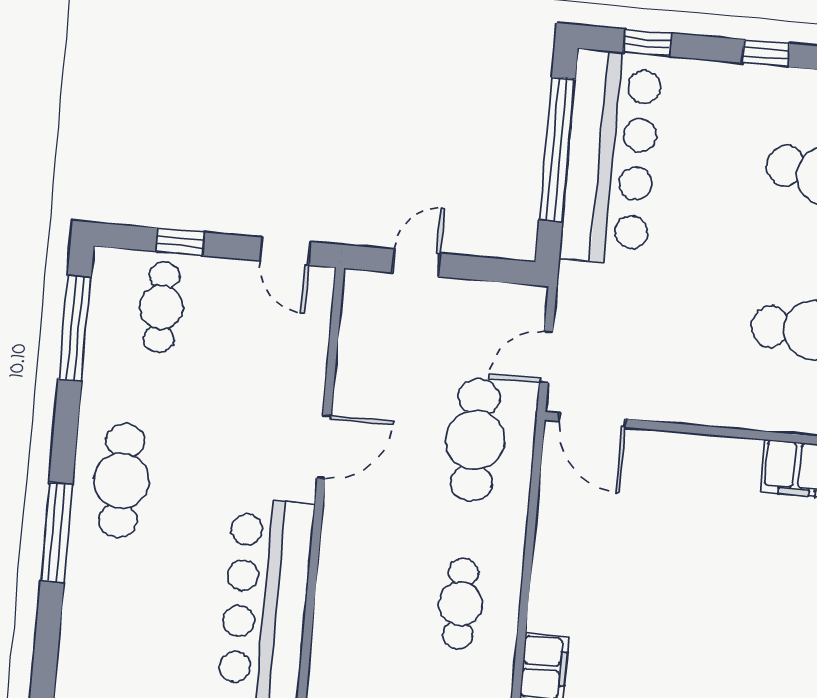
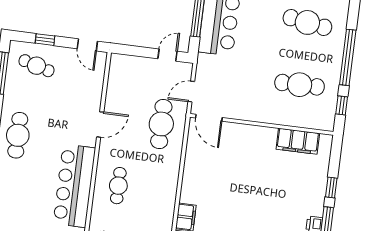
door: (416, 263) -> (167, 55), moved
cafe table: (162, 307) -> (36, 66), turned -74
cafe table: (460, 604) -> (118, 186), moved

